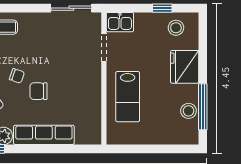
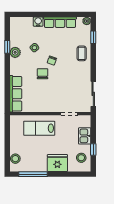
kitchen sink: (120, 22) -> (85, 136), moved
stool: (189, 111) -> (15, 159), moved
row of seats: (44, 135) -> (16, 94), moved

